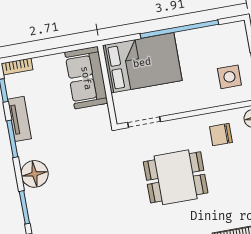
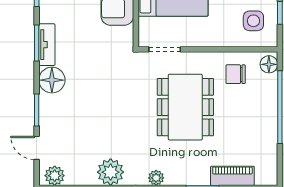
tv unit: (19, 119) -> (47, 45), moved
dining table: (176, 177) -> (185, 107), width x1.38

